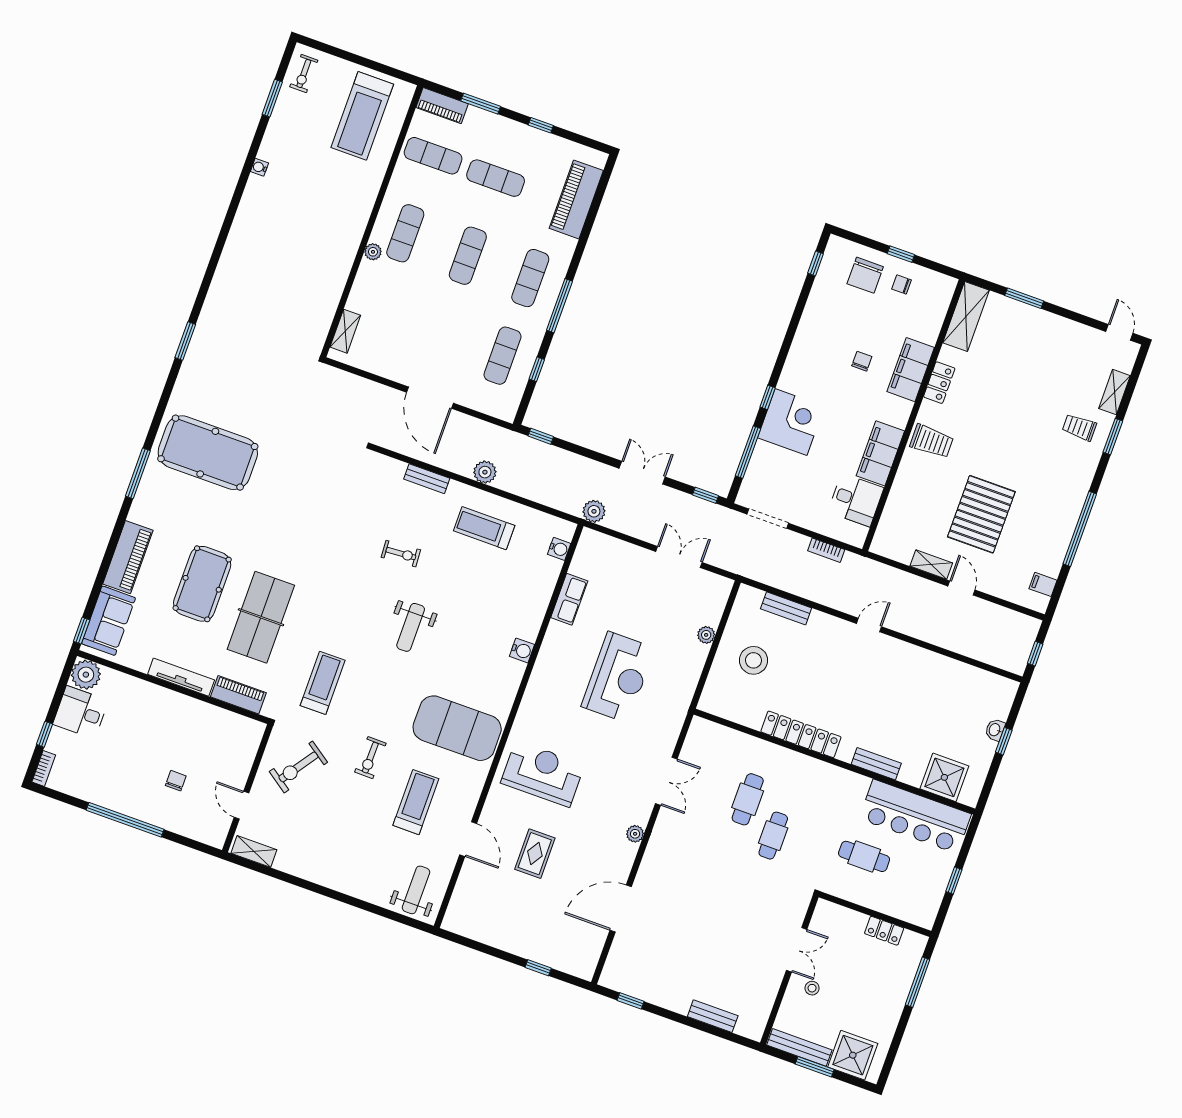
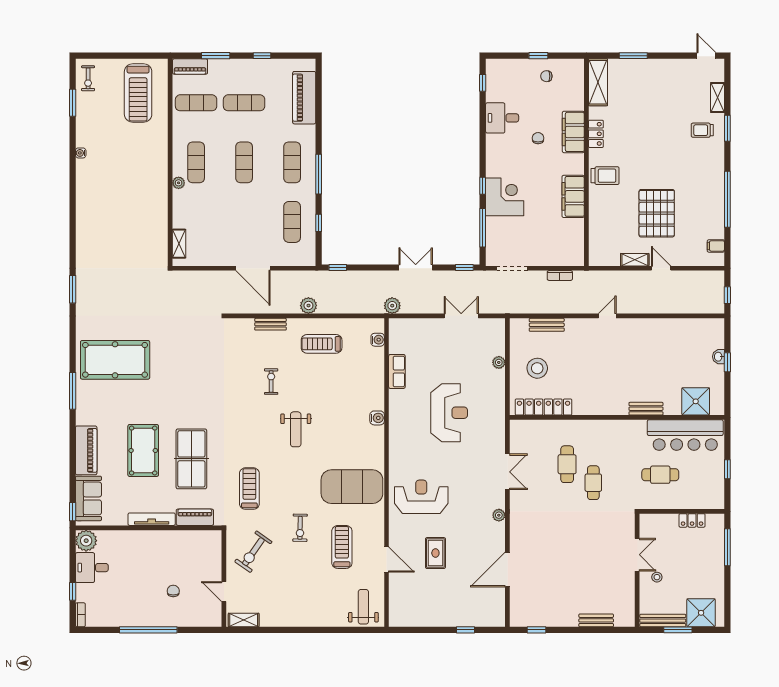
chair: (865, 275) -> (519, 79), removed
desk: (856, 500) -> (502, 118), moved, turned 180
exercise bike: (401, 554) -> (271, 381), turned -86
locker: (801, 734) -> (543, 407), moved

